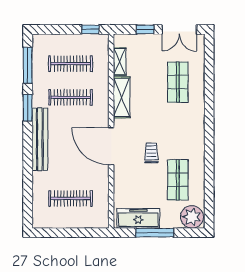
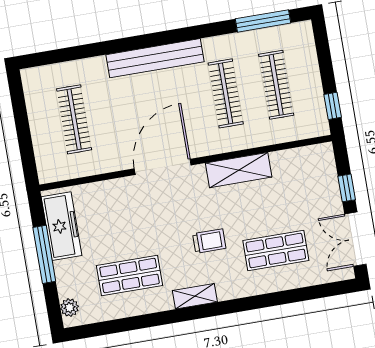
shelving: (120, 62) -> (195, 296), moved
window: (28, 108) -> (199, 32), removed
trolley: (151, 153) -> (209, 241), moved
plant: (192, 217) -> (70, 308), width x0.53, depth x0.53

